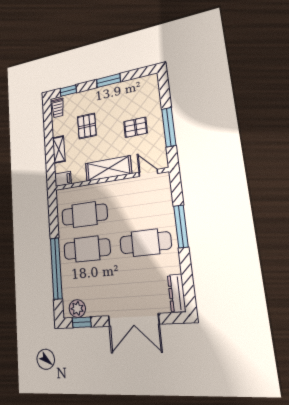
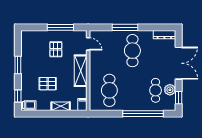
door: (148, 173) -> (88, 44), swing flipped
cafe table: (87, 249) -> (156, 90), moved, width x0.73, depth x0.74
plant: (77, 309) -> (170, 90), moved

